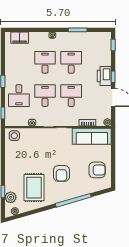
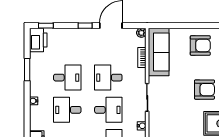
desk: (71, 62) -> (67, 78), turned 180
printer: (104, 76) -> (38, 40), moved, turned -90
desk: (45, 96) -> (108, 110), turned 180
armchair: (97, 170) -> (200, 45), turned 90

